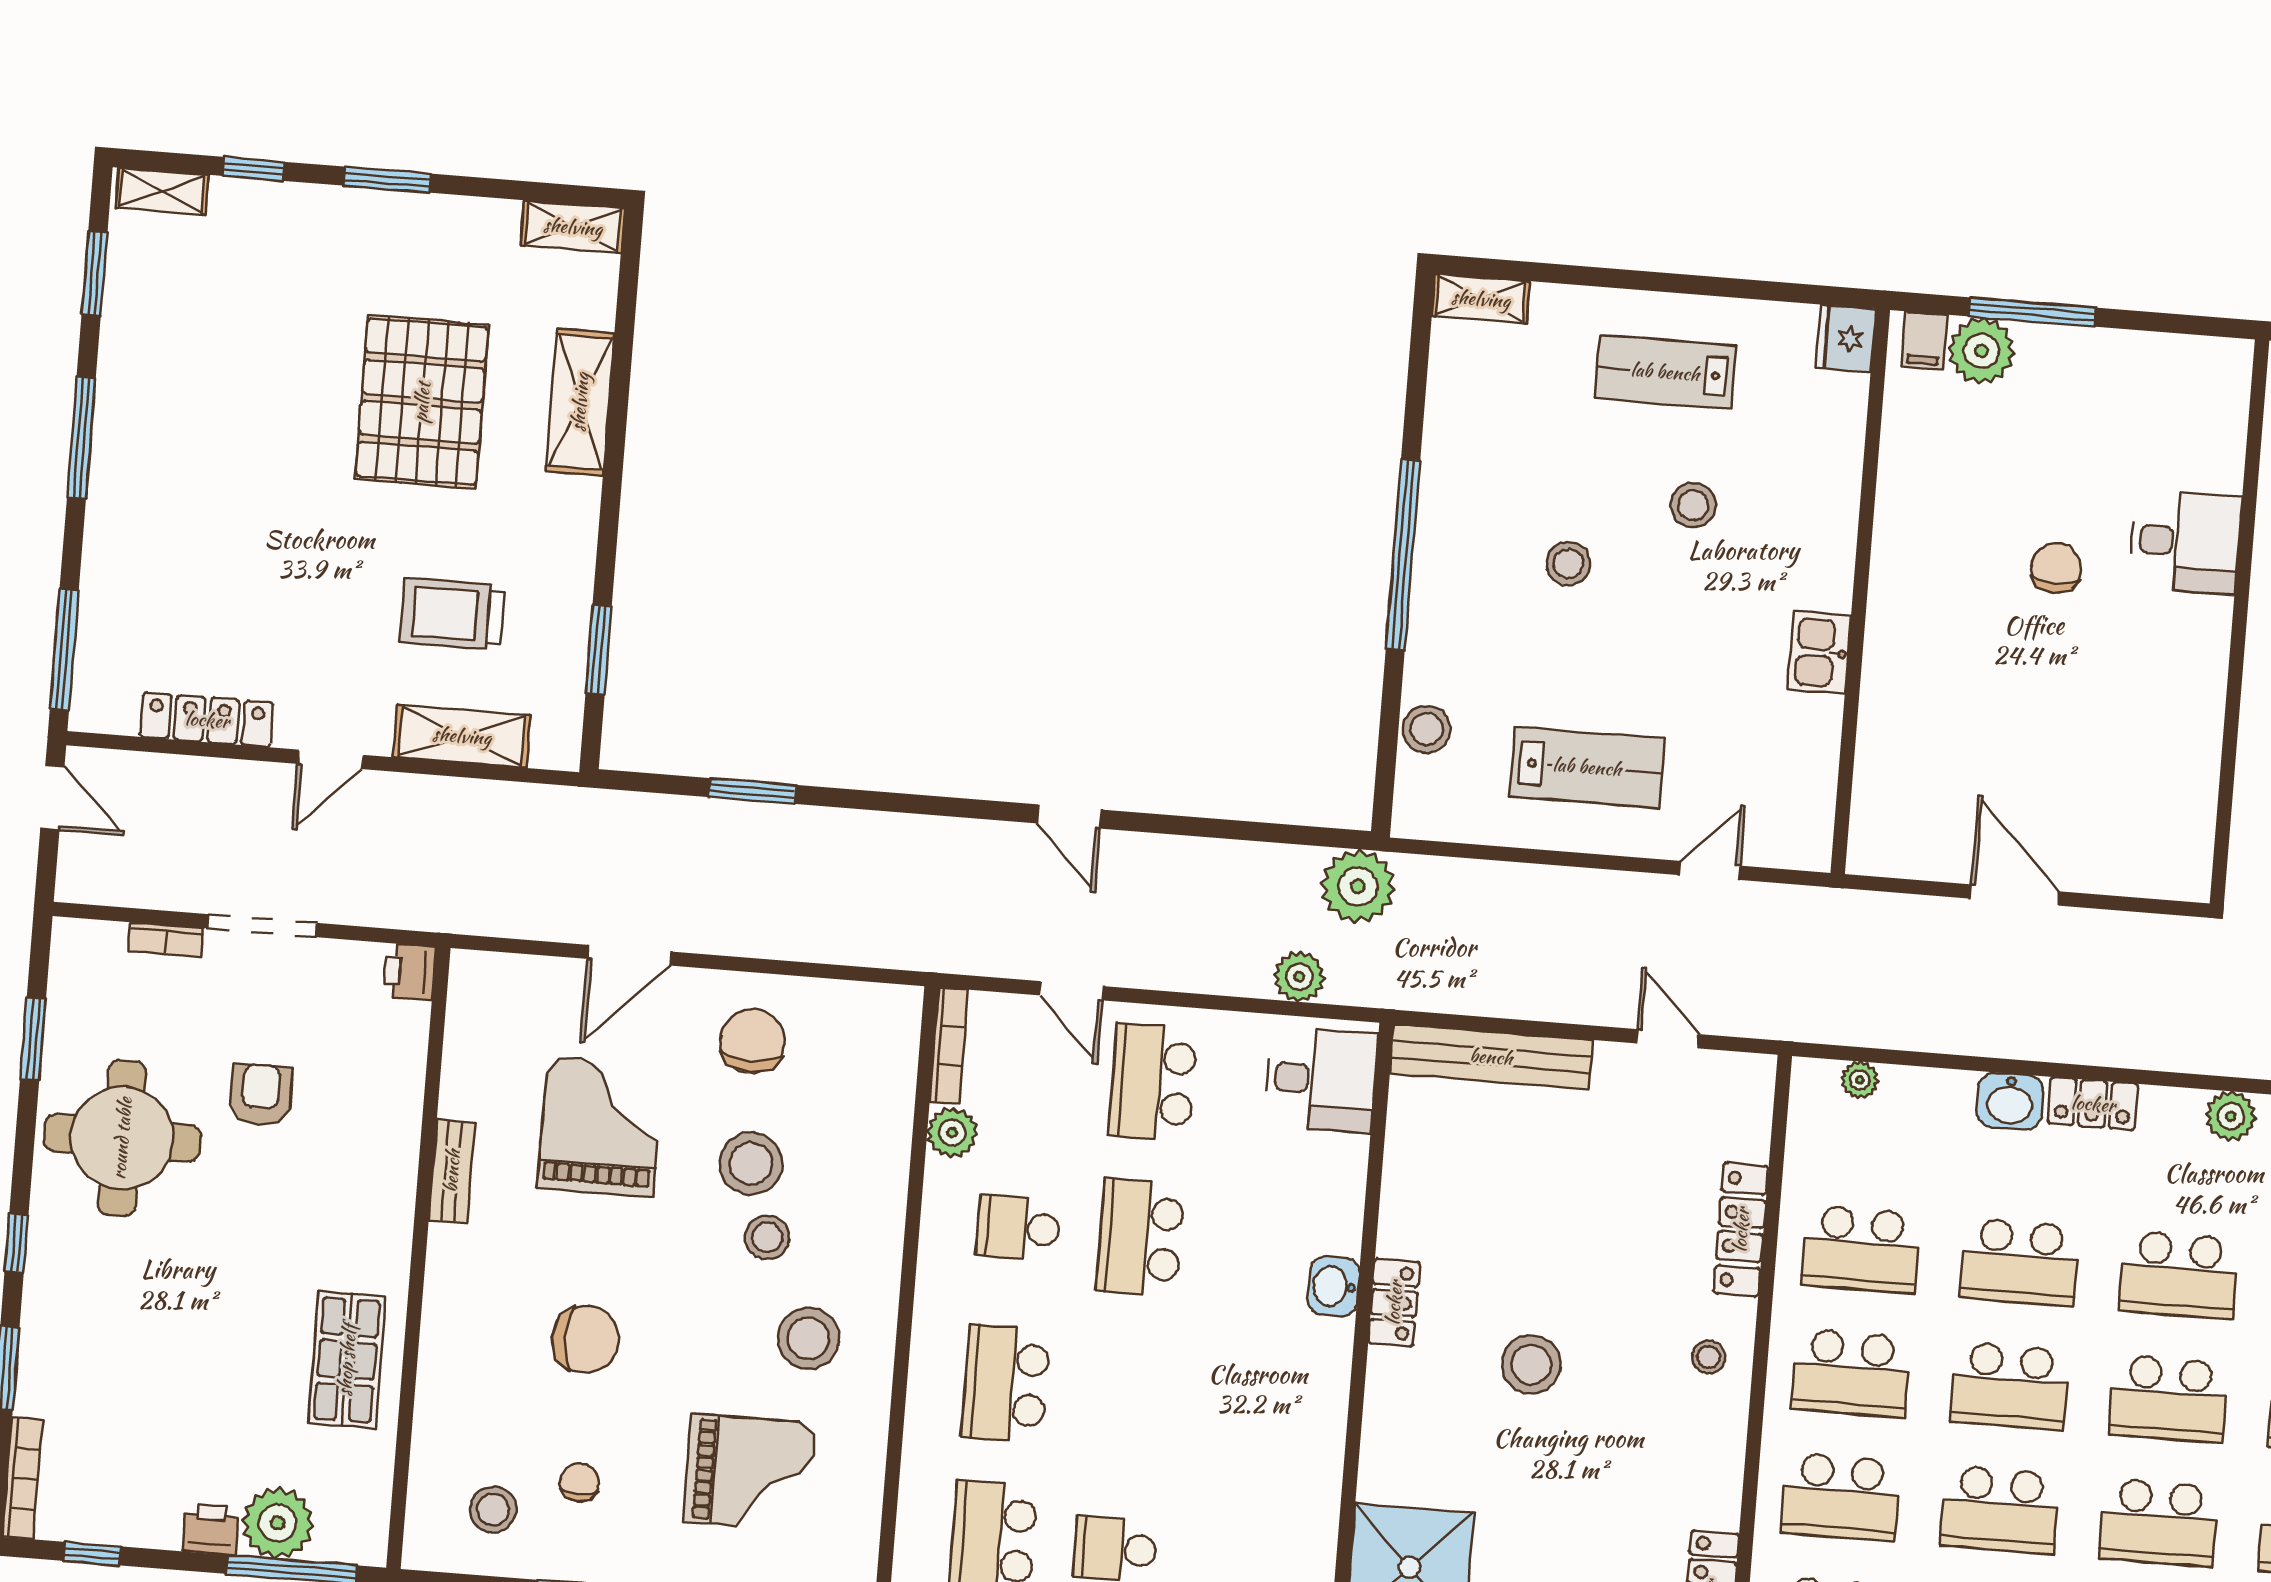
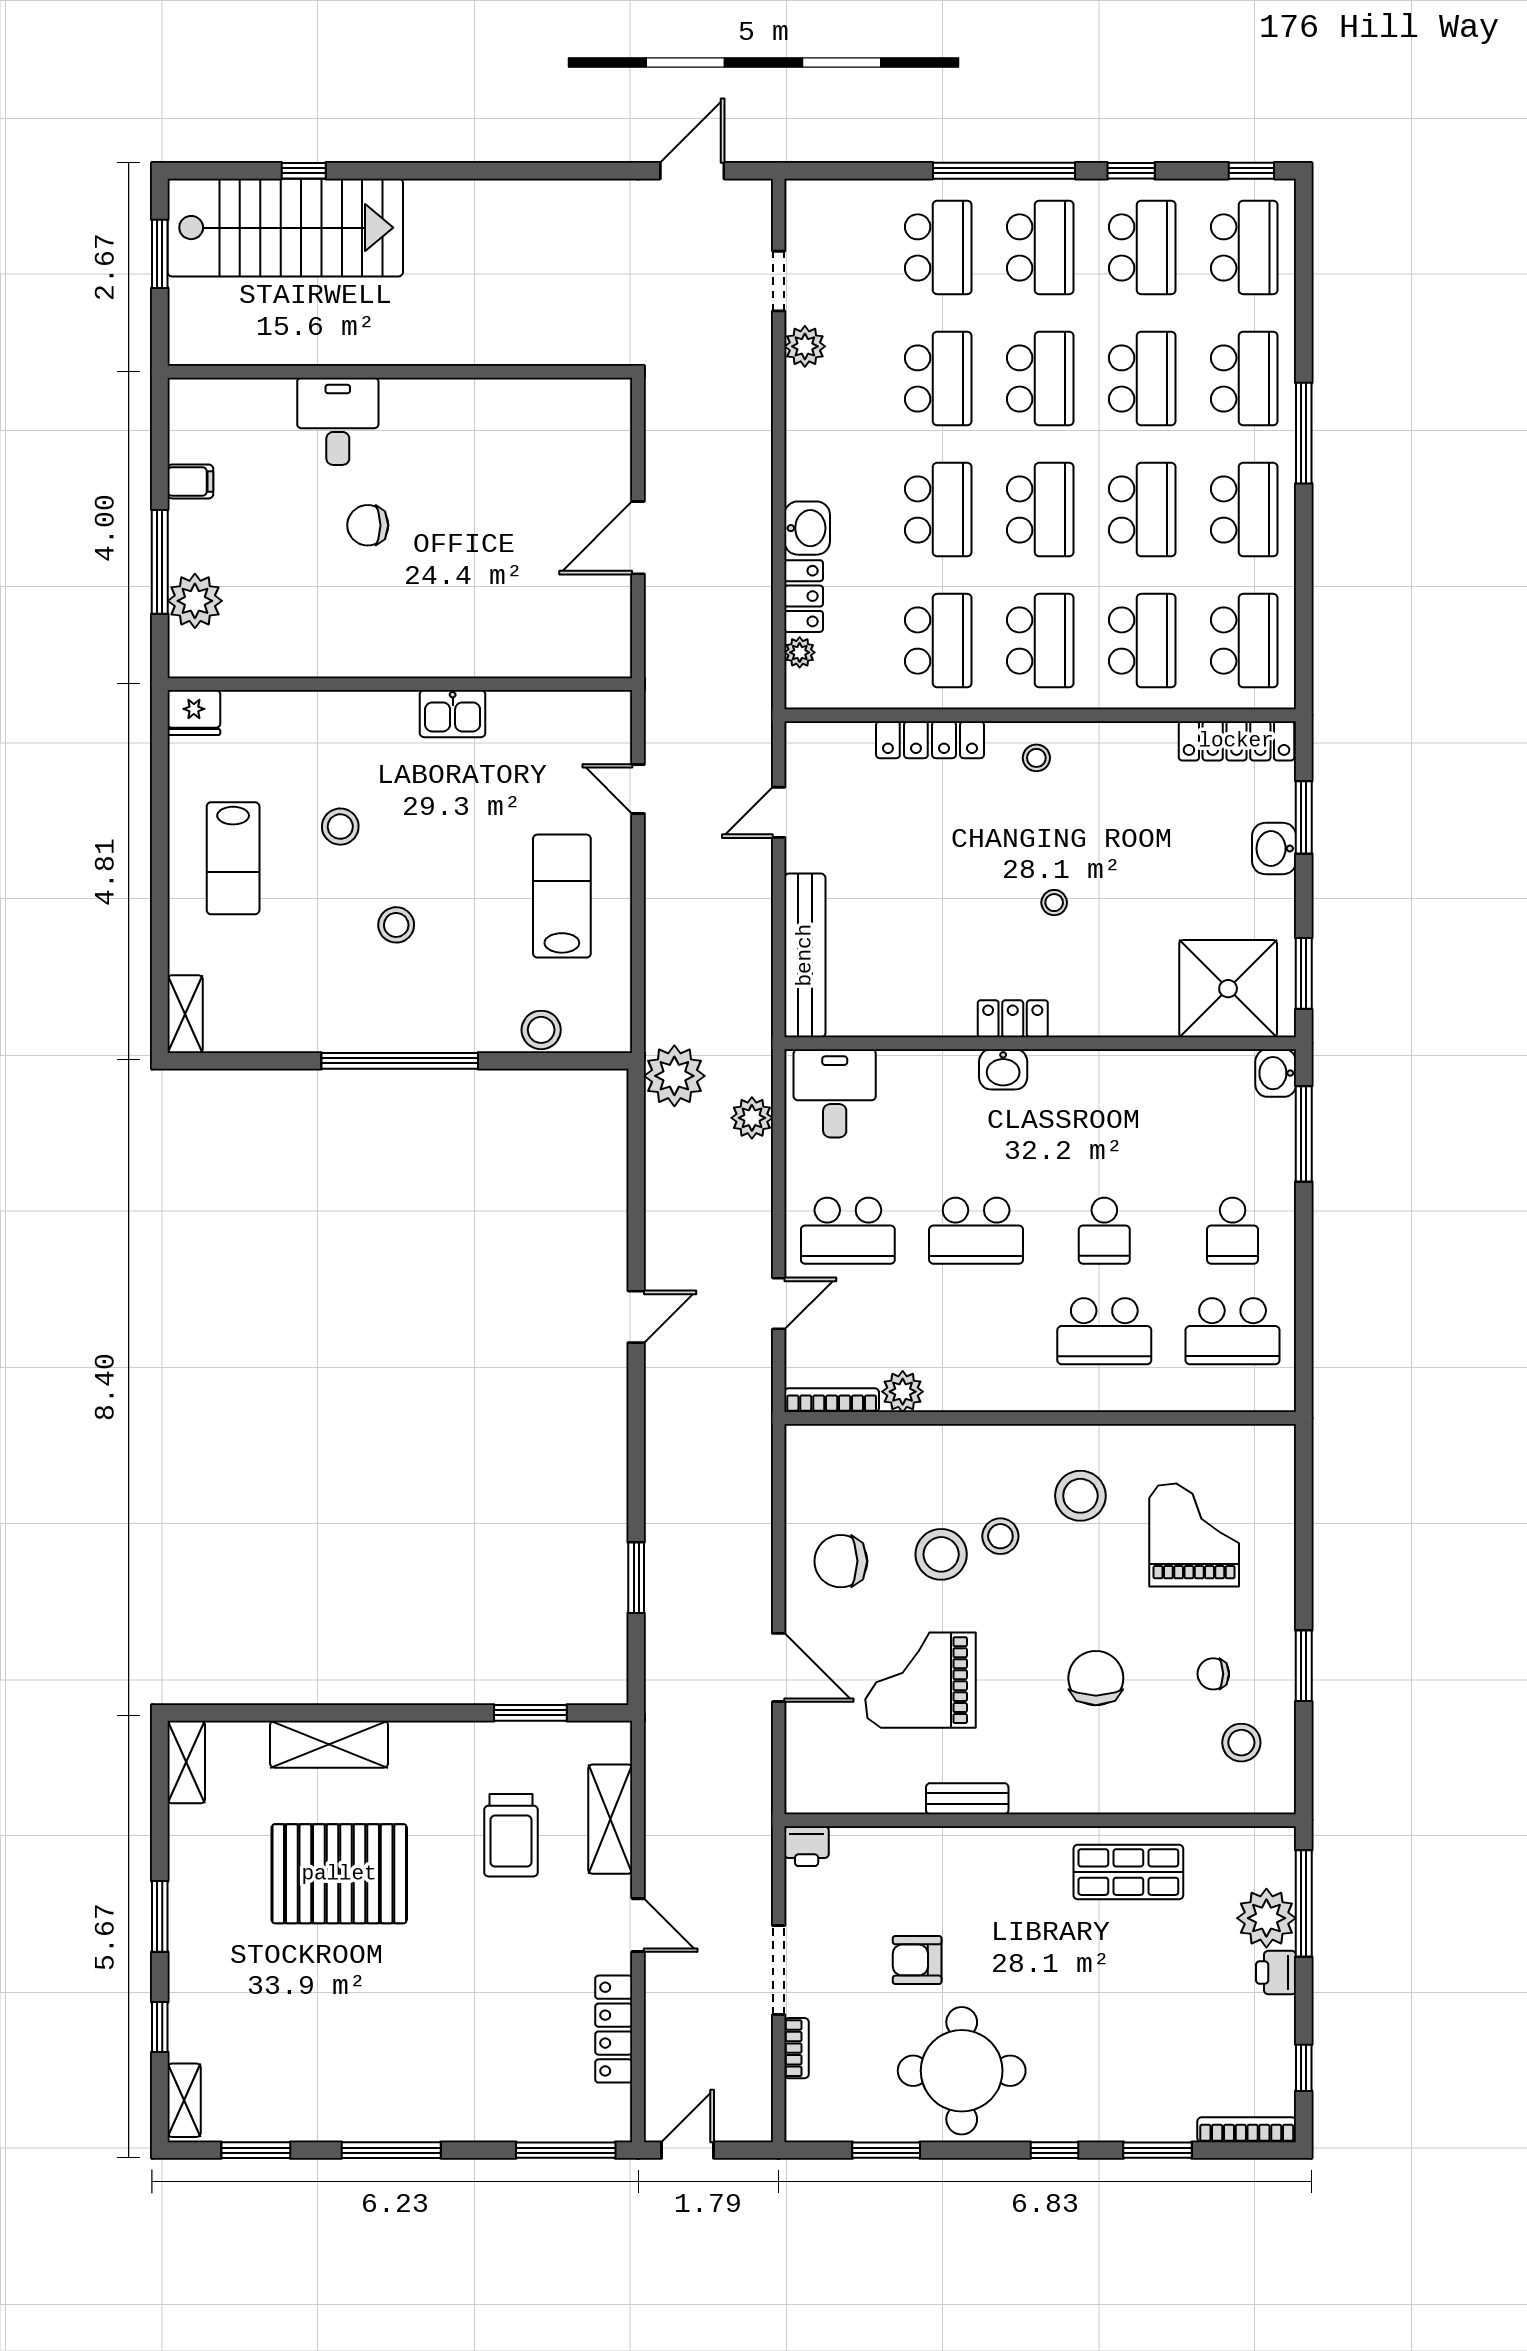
filing cabinet: (1924, 341) -> (190, 481), moved
locker: (2093, 1104) -> (804, 596), moved
school desk: (1018, 1228) -> (1104, 1231), moved
stool: (1531, 1364) -> (1054, 903), width x0.53, depth x0.53

